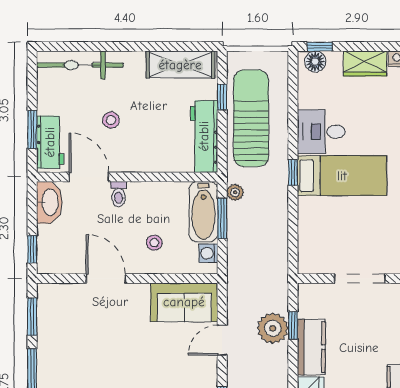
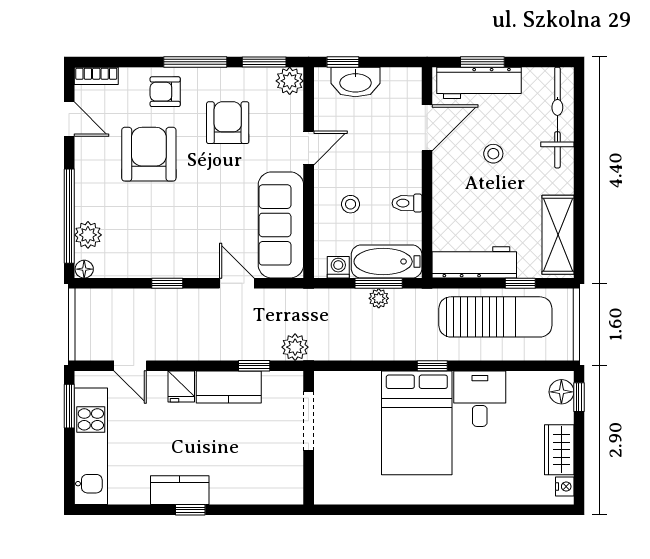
workbench: (50, 142) -> (479, 83), width x1.38
bed: (342, 176) -> (417, 423), width x1.50
plant: (235, 192) -> (379, 298), moved
toilet: (119, 194) -> (407, 203), moved
washbasin: (49, 202) -> (355, 82), moved
door: (106, 279) -> (309, 148), width x0.73
doorway: (360, 279) -> (309, 421), moved
plant: (48, 295) -> (290, 81), added
sofa: (184, 302) -> (281, 225), width x1.36
plant: (273, 328) -> (295, 347), moved, width x0.73, depth x0.73
armchair: (84, 348) -> (228, 123), added

